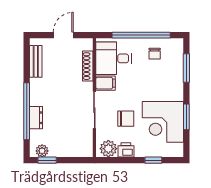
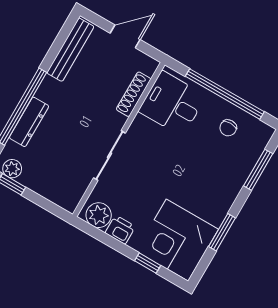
bench: (36, 61) -> (70, 50), width x1.36
filing cabinet: (106, 83) -> (144, 129), removed
dresser: (36, 118) -> (29, 122), width x1.44
chair: (126, 119) -> (143, 190), removed
corner desk: (163, 122) -> (177, 240), moved

